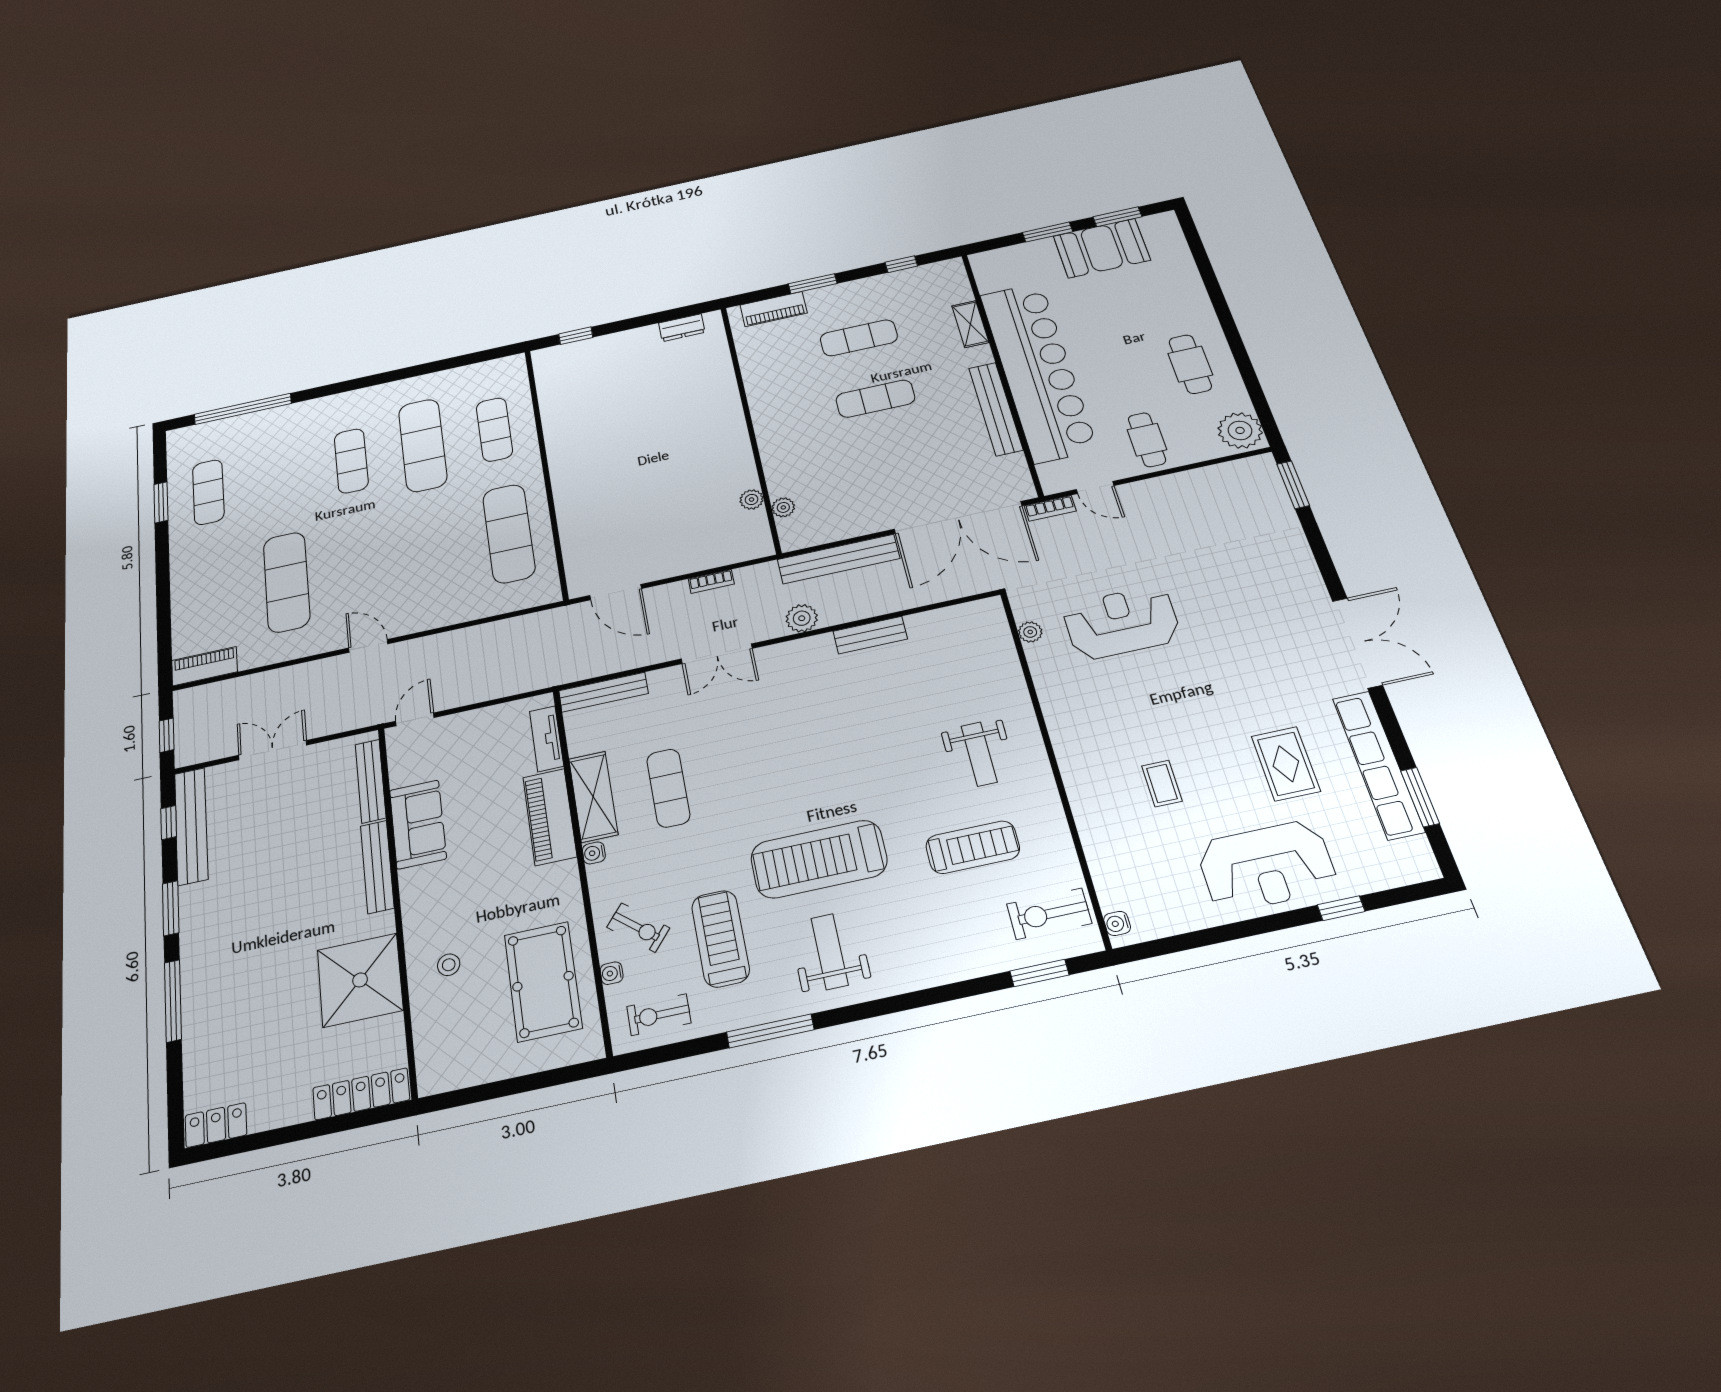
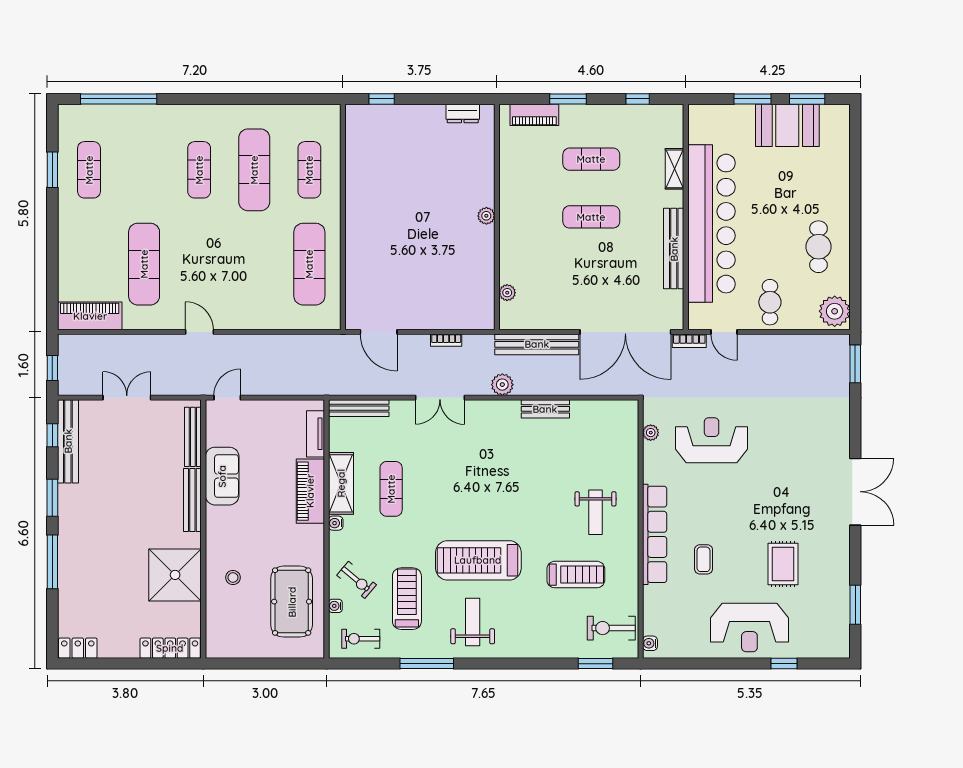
plant: (752, 500) -> (486, 216), moved
piano: (204, 666) -> (90, 316), width x1.37, depth x1.33
row of seats: (1378, 764) -> (655, 534), moved, turned 180

